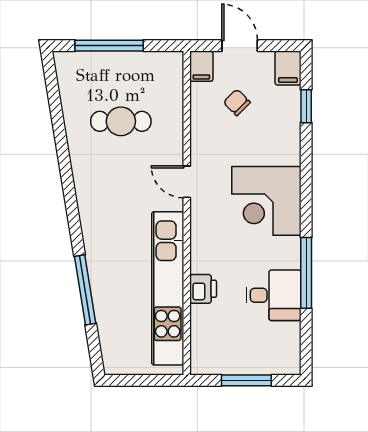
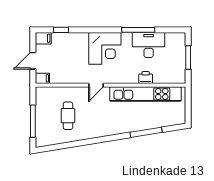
chair: (237, 102) -> (59, 62), removed
desk: (273, 295) -> (149, 45), width x1.37

